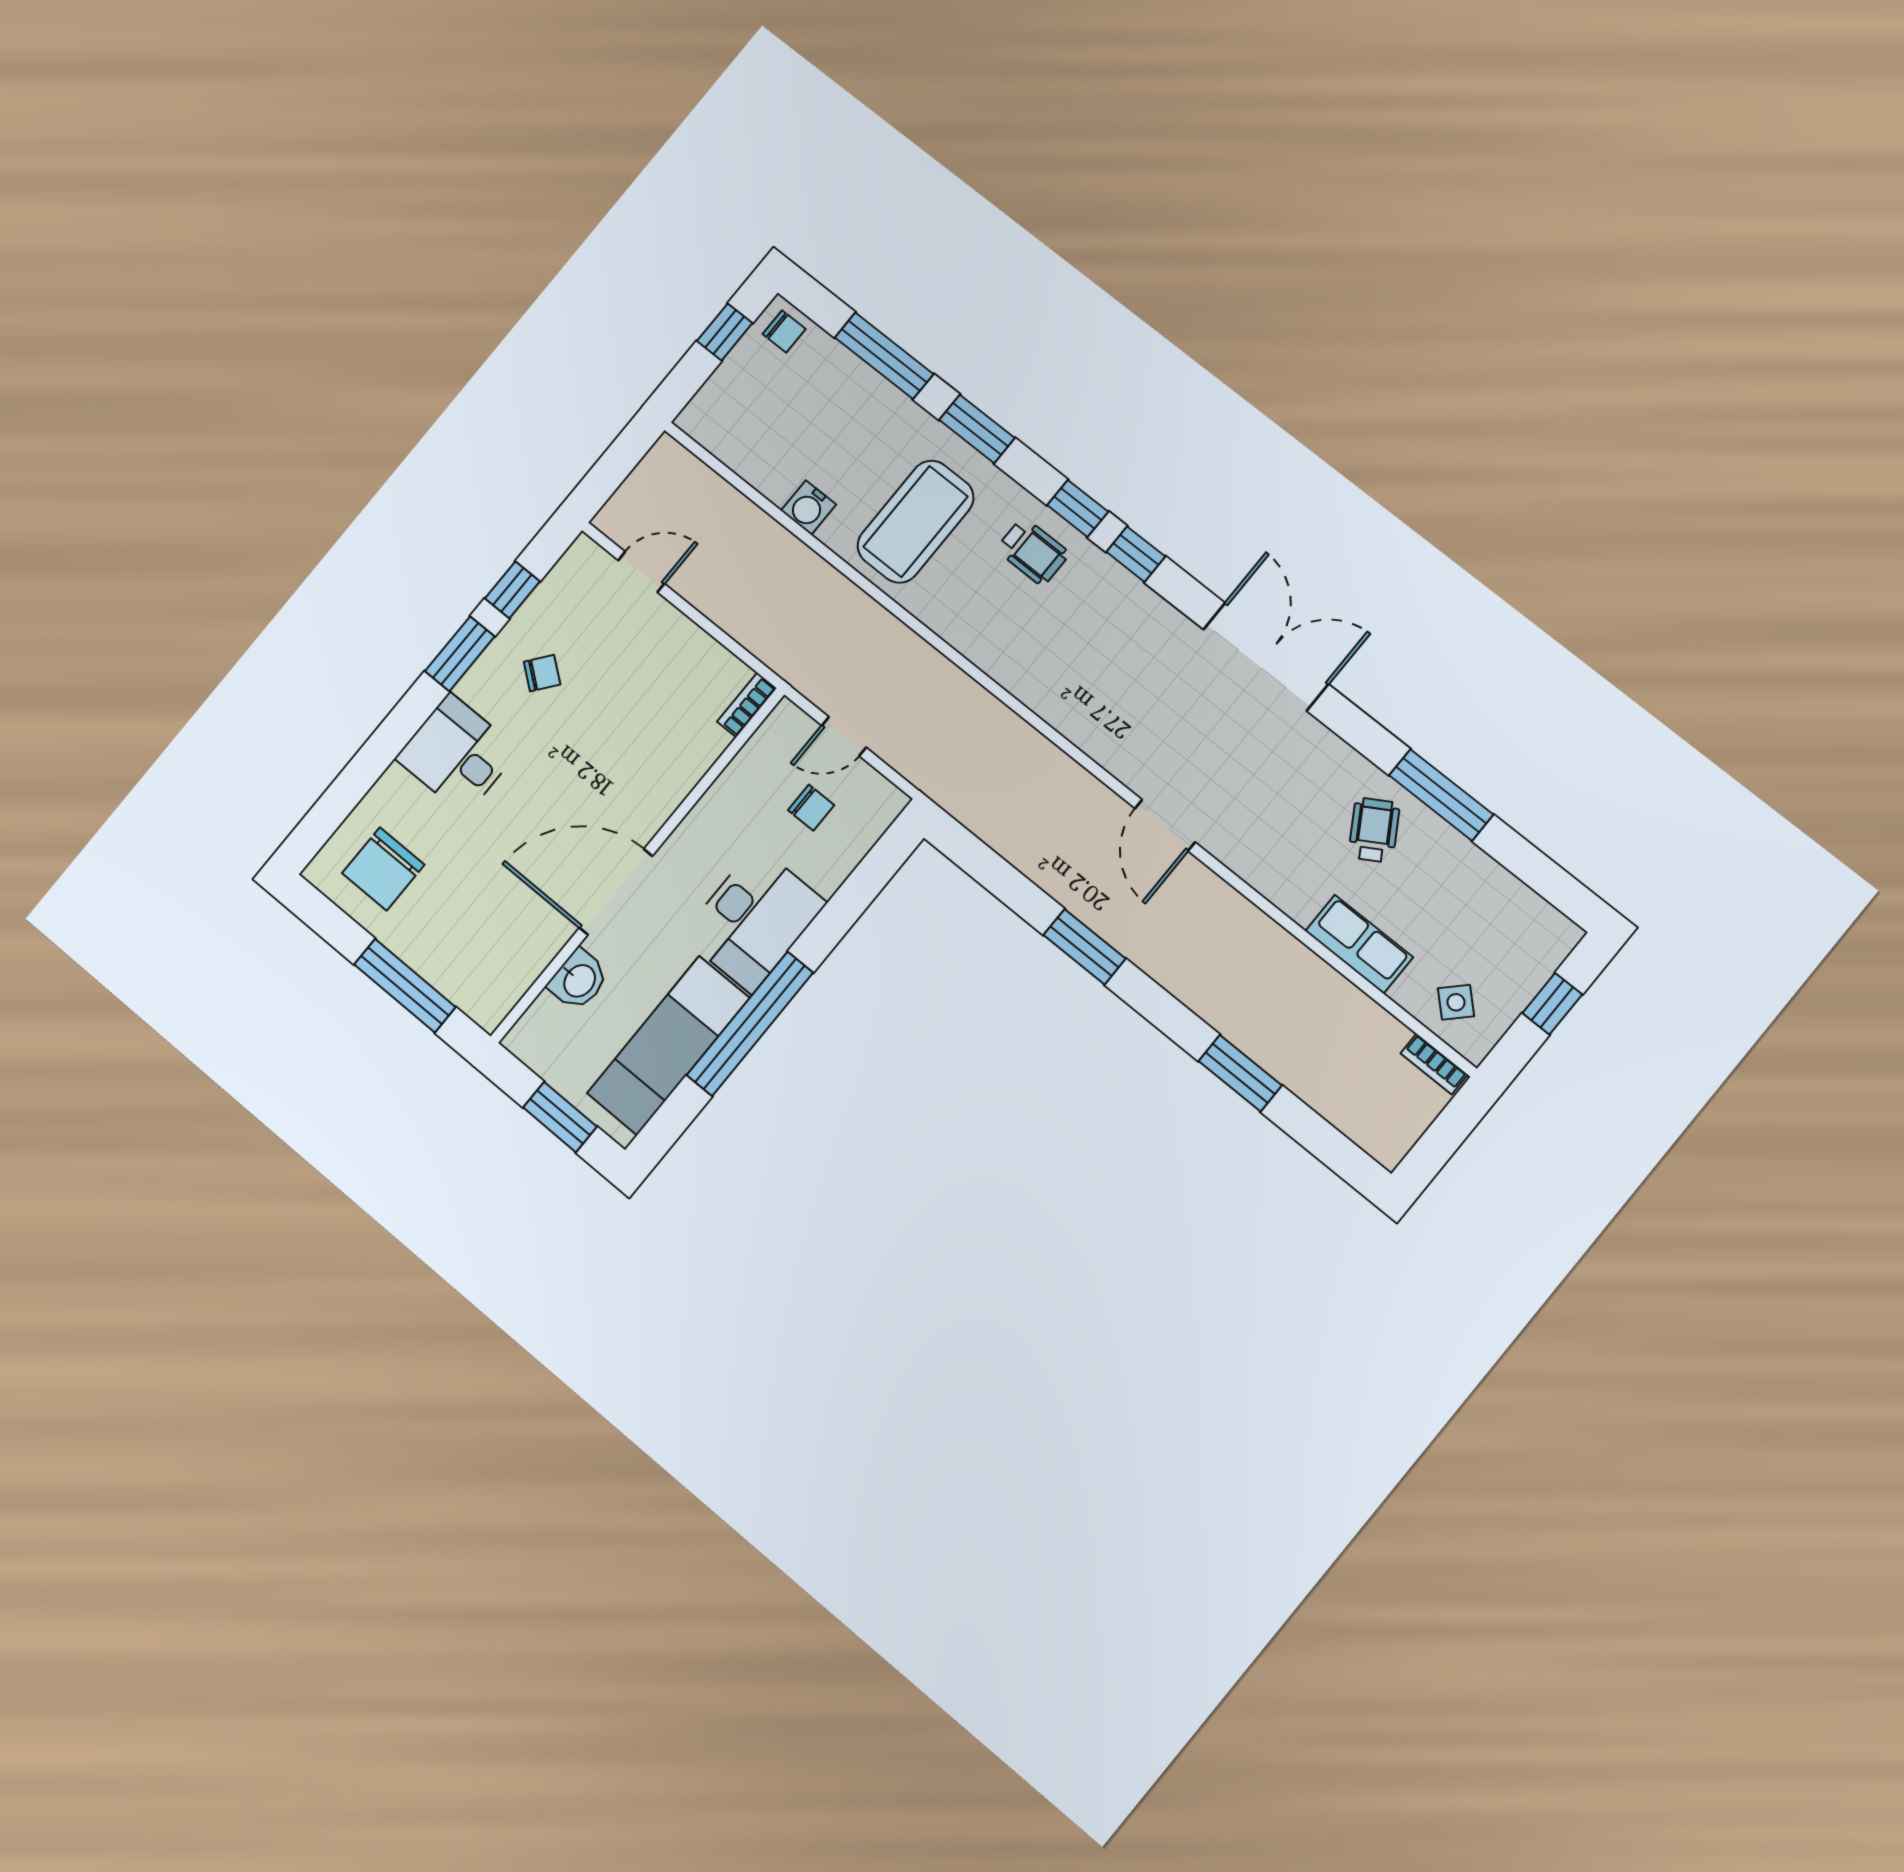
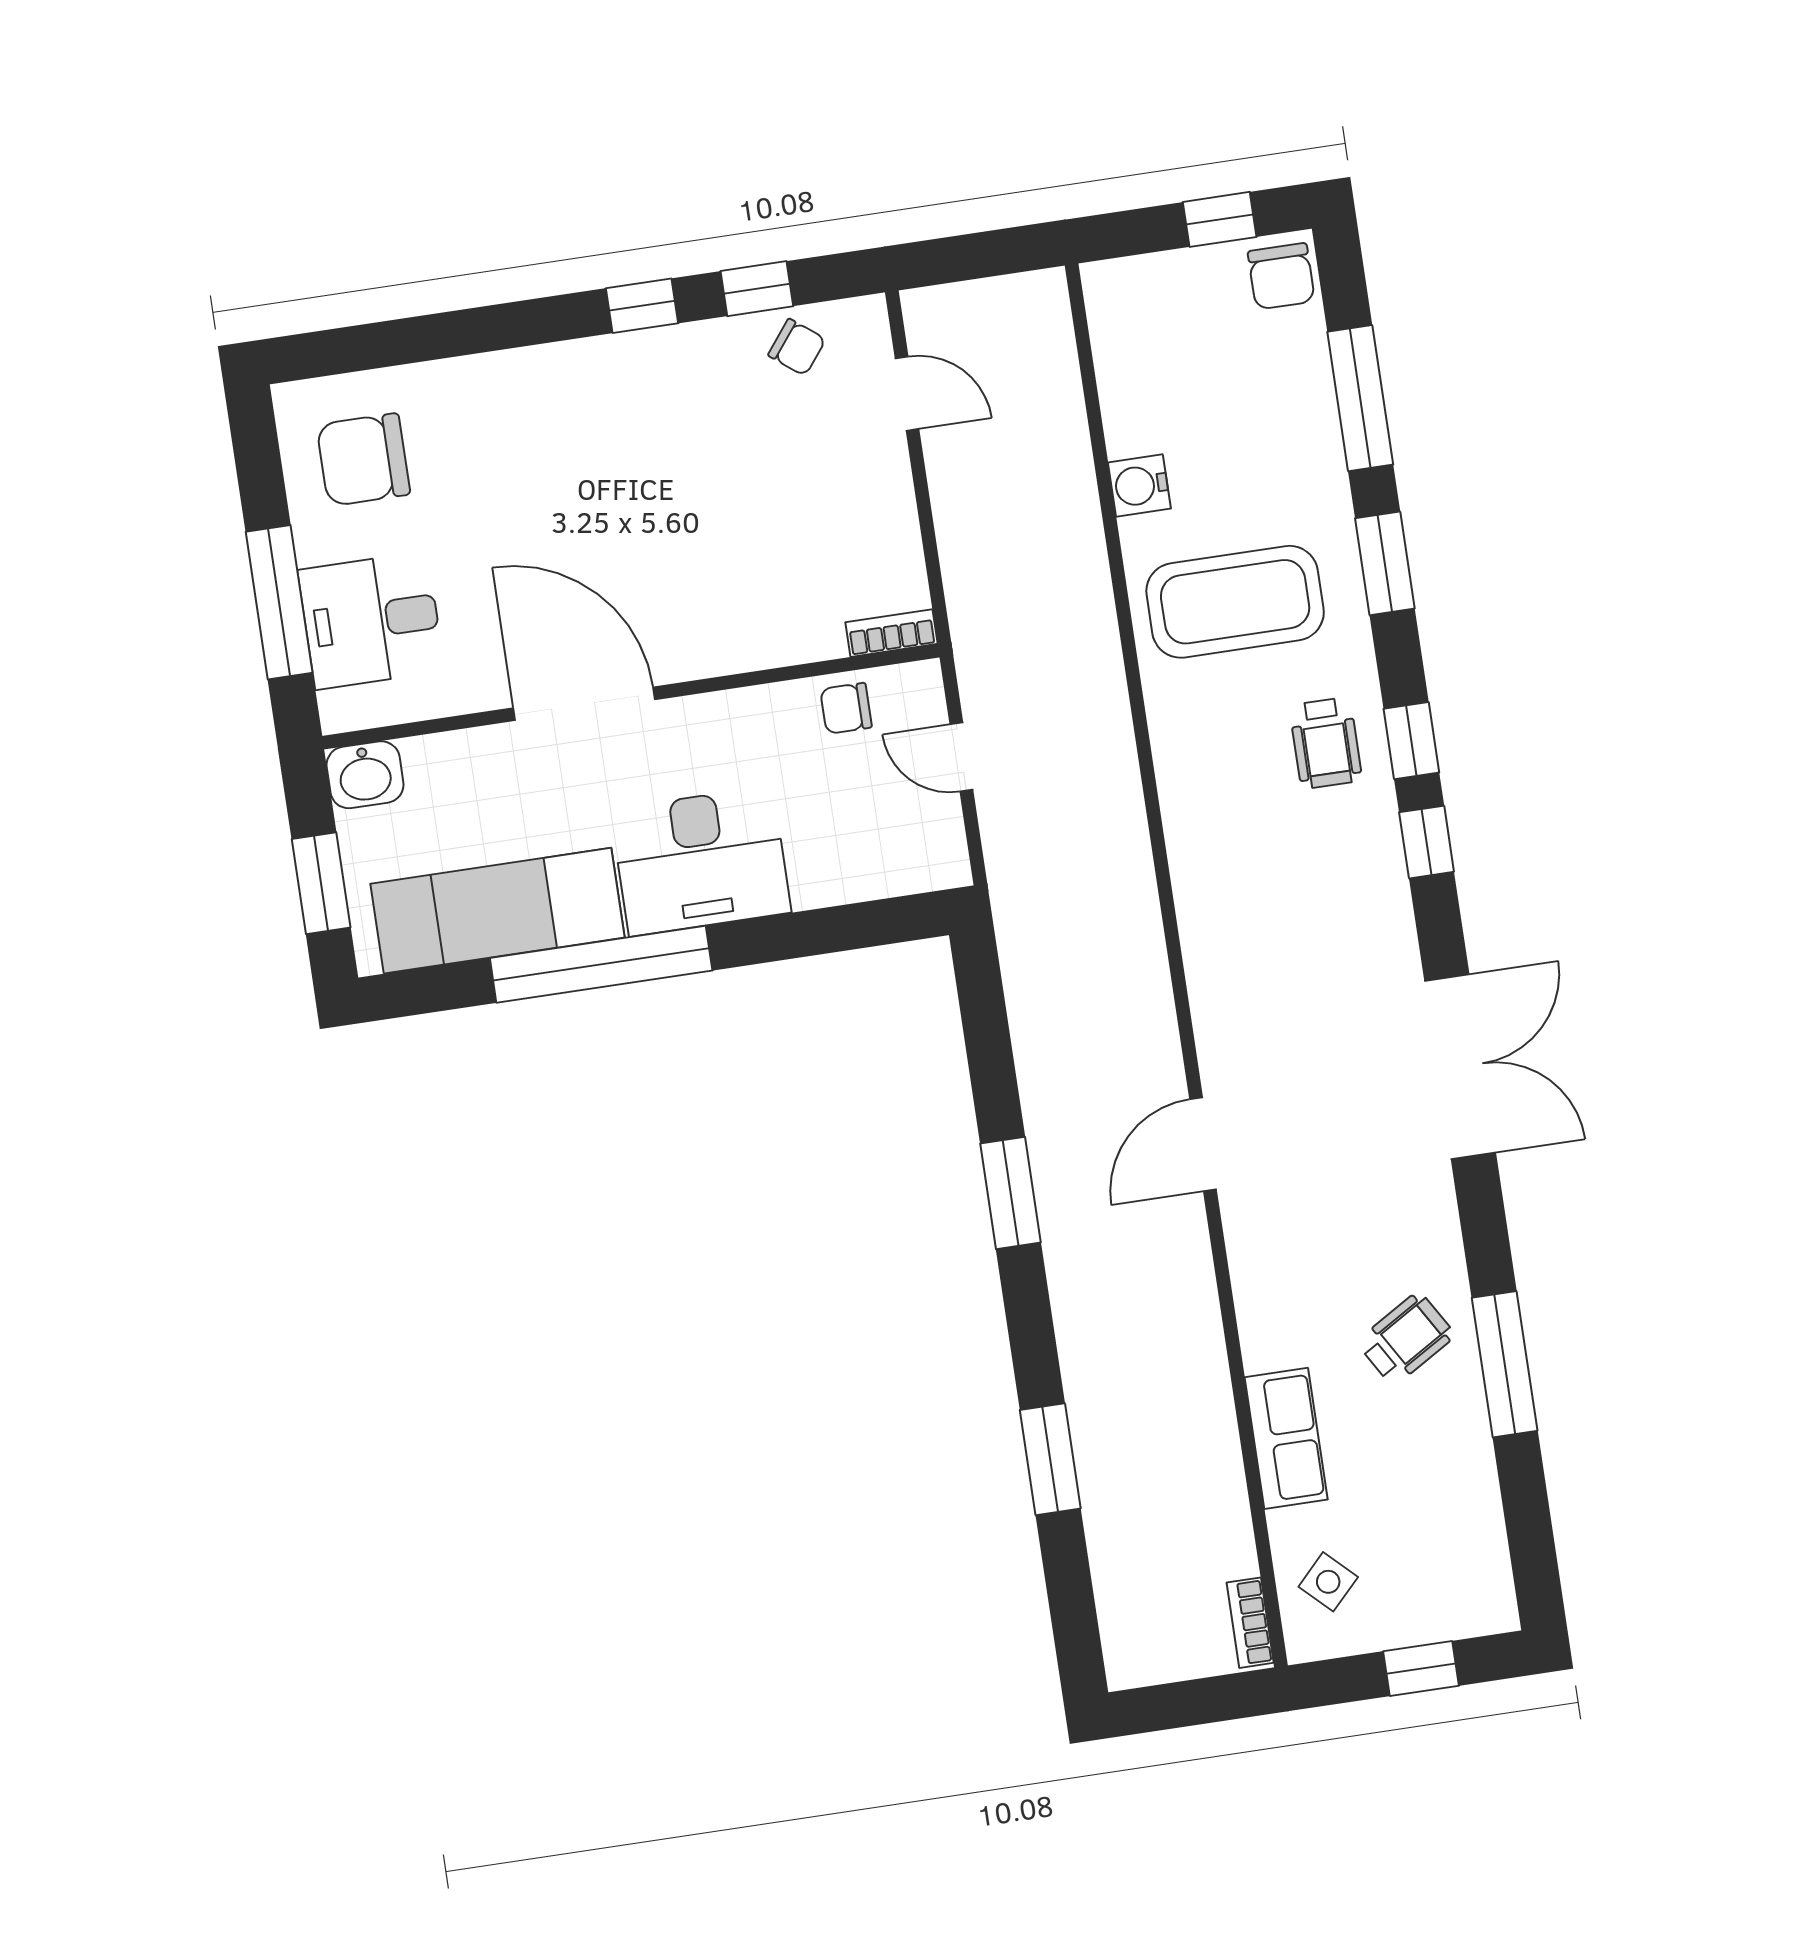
chair: (784, 331) -> (1281, 276), width x1.37, depth x1.37
window: (460, 654) -> (642, 306), width x0.67
chair: (542, 673) -> (797, 347), moved
desk: (457, 754) -> (371, 620), moved, turned -90
chair: (811, 808) -> (846, 708), moved, turned 90
washbasin: (579, 980) -> (365, 775), moved

